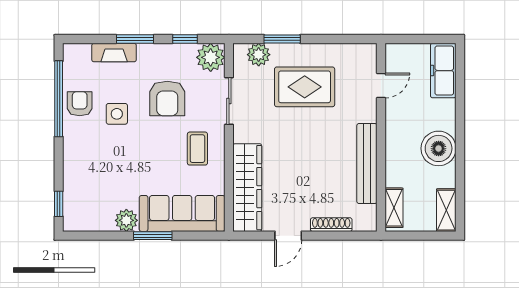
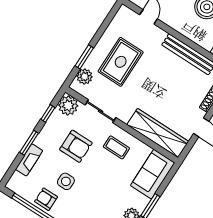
sofa: (182, 213) -> (153, 174), width x0.73

